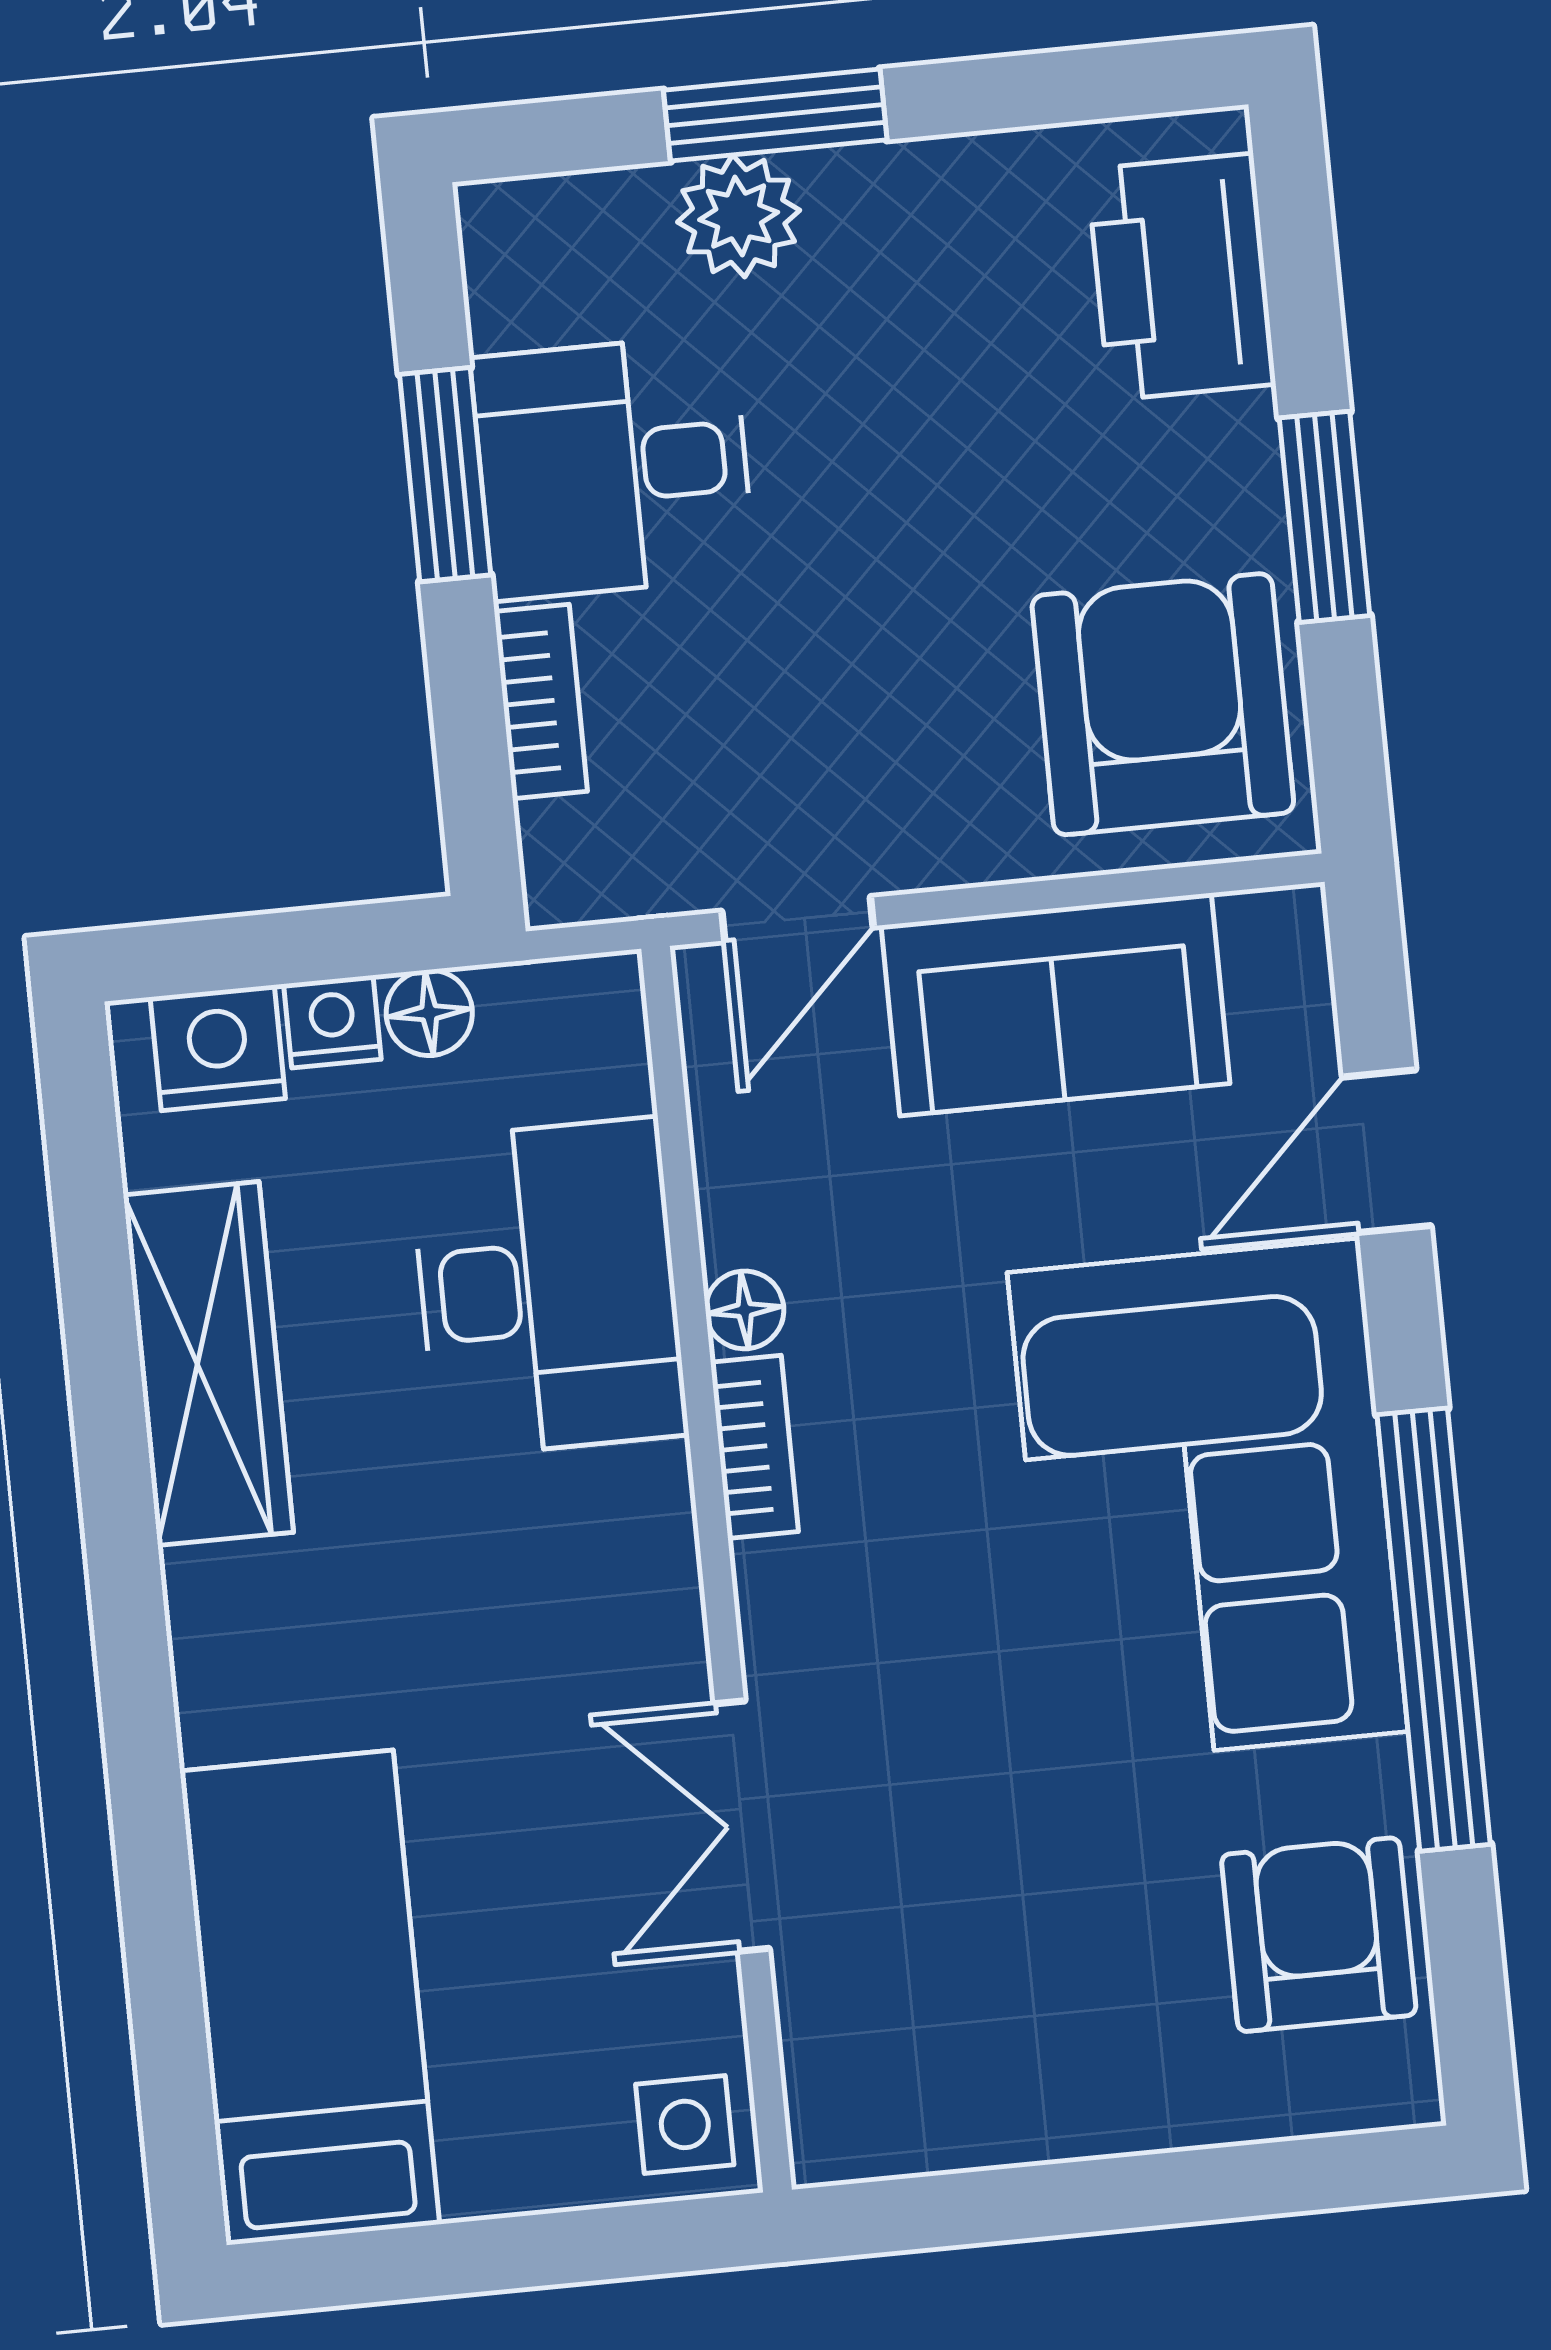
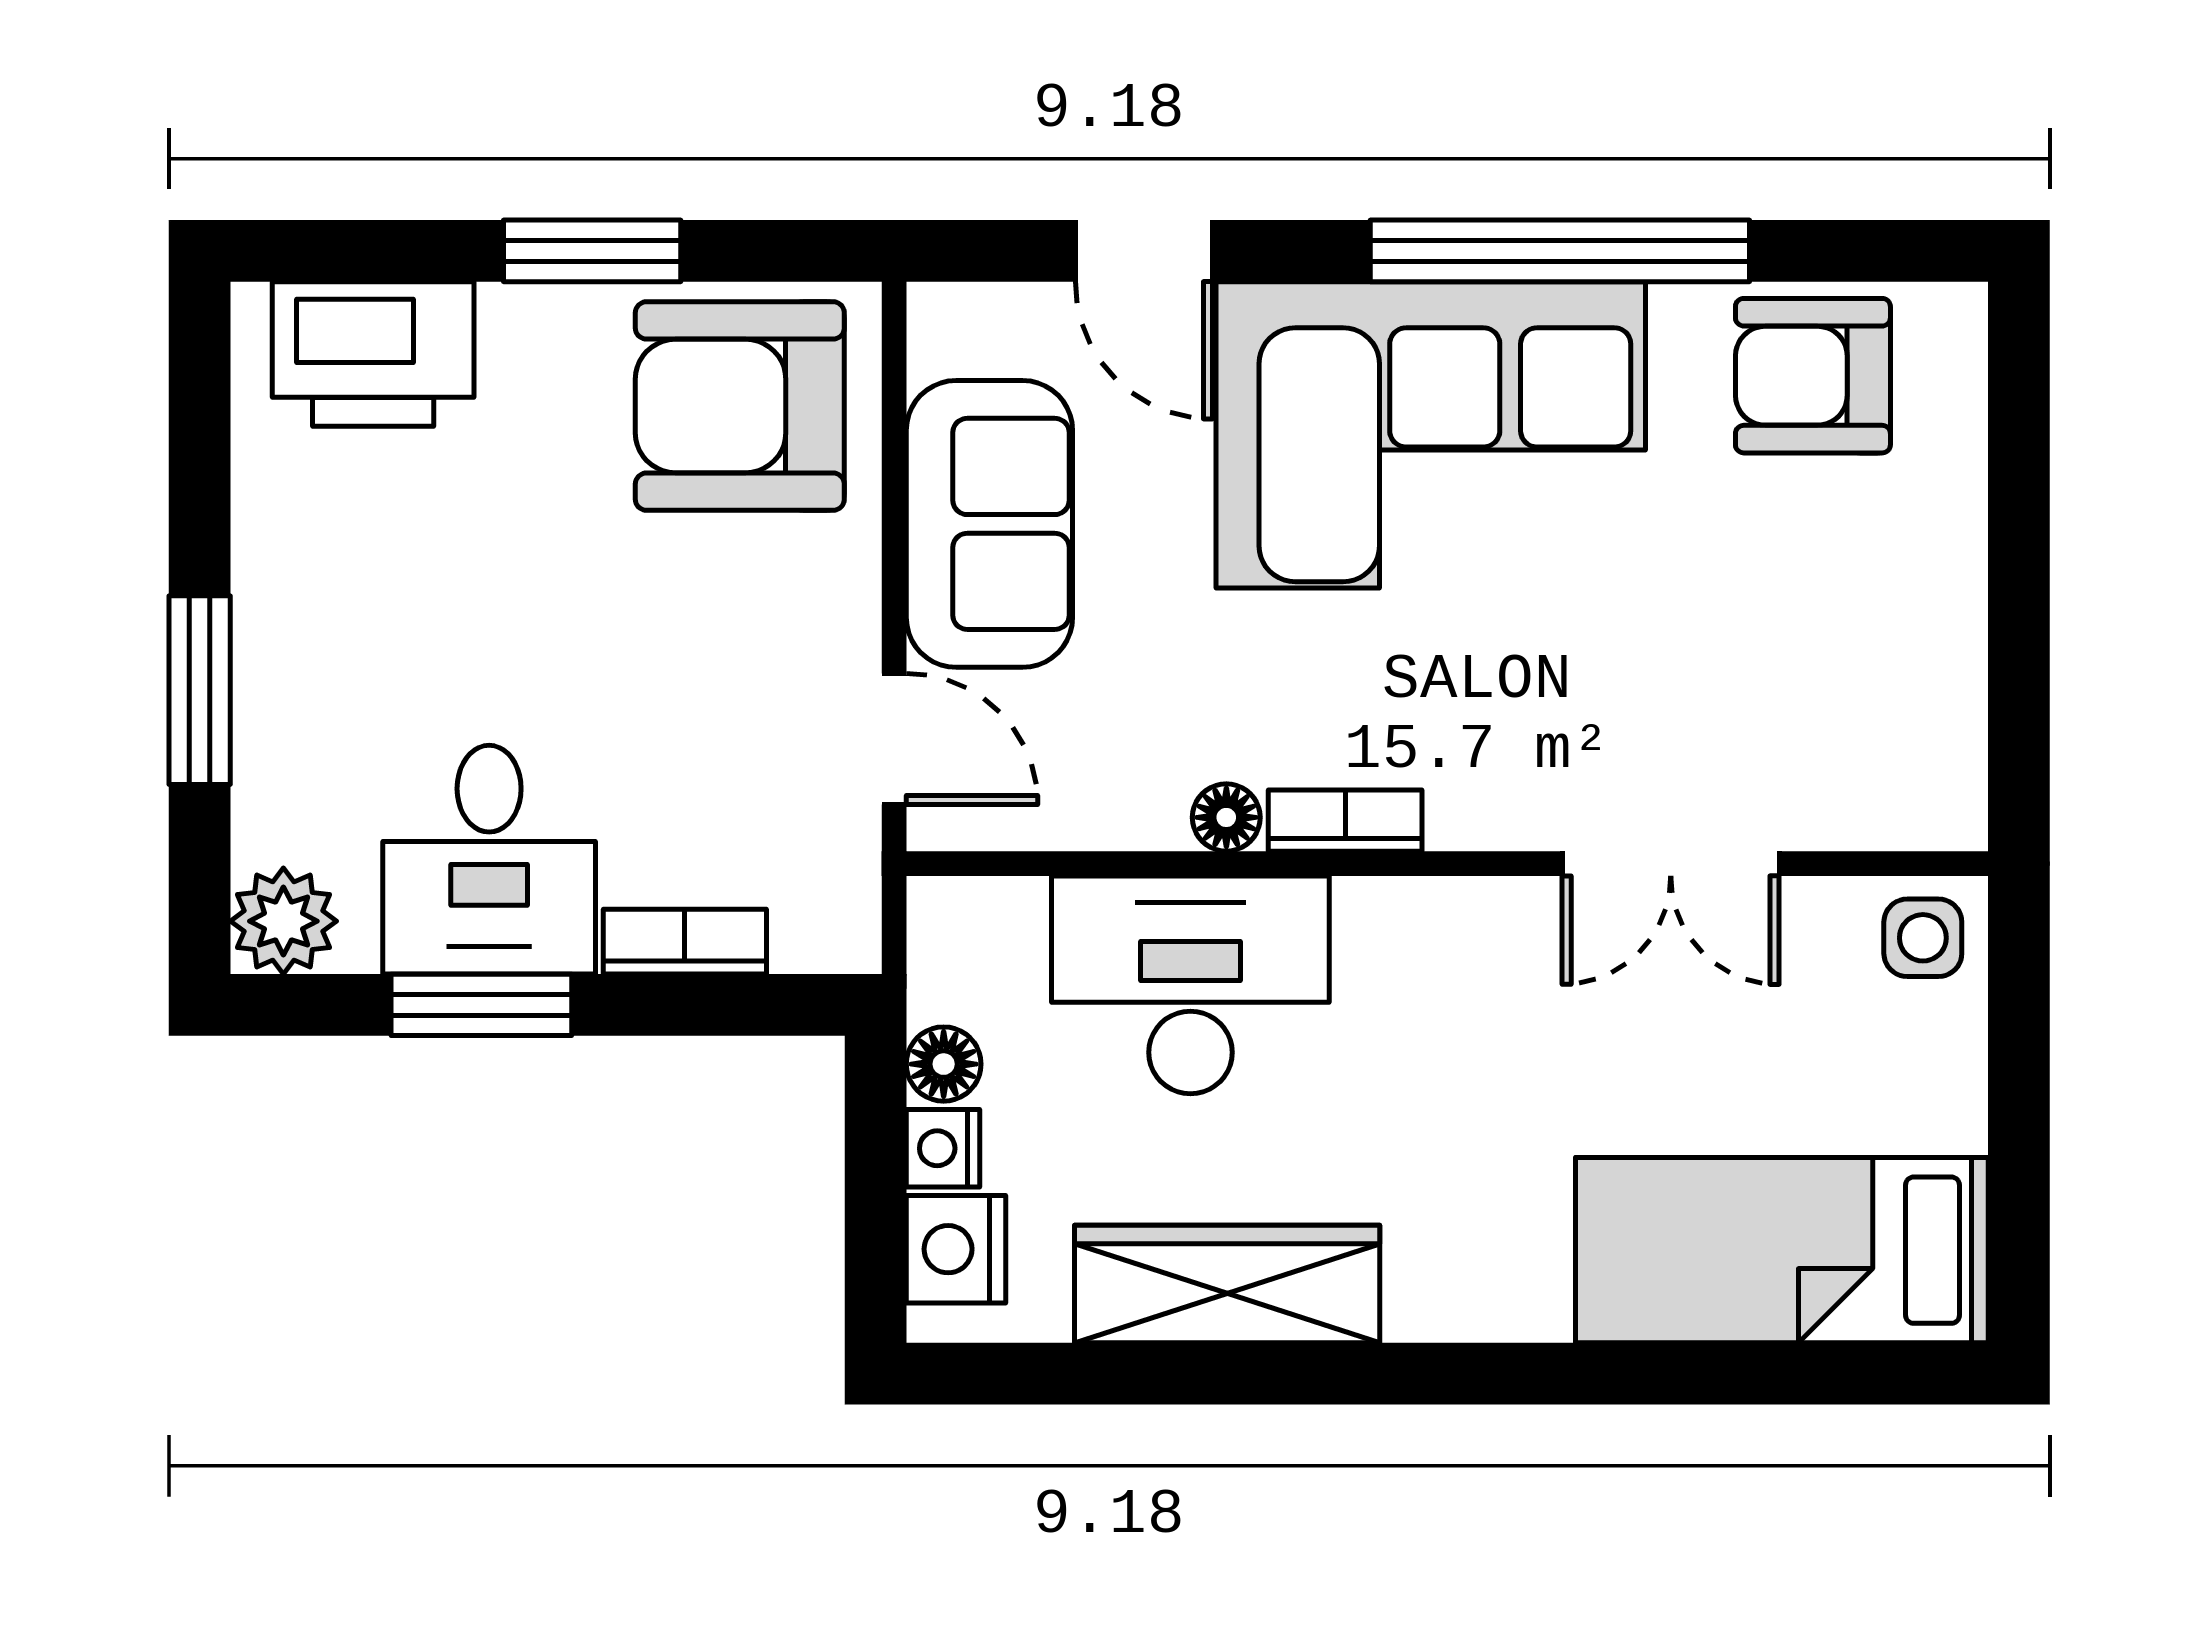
plant: (739, 216) -> (283, 921), moved

